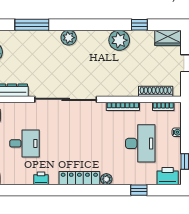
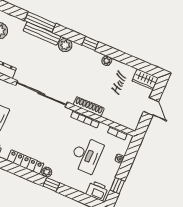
window: (139, 25) -> (90, 43), moved
bench: (39, 36) -> (42, 34), added
plant: (119, 40) -> (107, 61), width x0.53, depth x0.53
shoe rack: (156, 91) -> (89, 107), moved
window: (139, 190) -> (51, 185), moved

